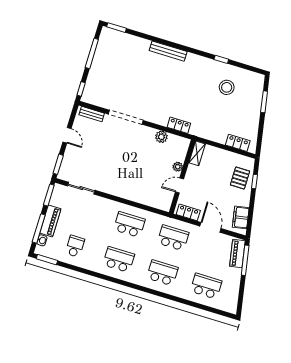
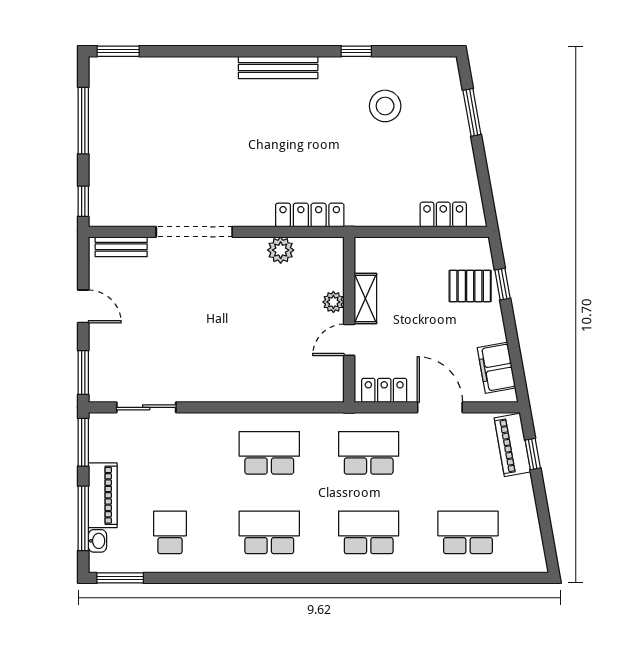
bench: (168, 51) -> (278, 67), moved
locker: (179, 125) -> (310, 215), width x1.53
shelving: (197, 153) -> (365, 298), moved
pallet: (240, 178) -> (470, 286), turned 90
window: (245, 260) -> (533, 454), width x0.46

